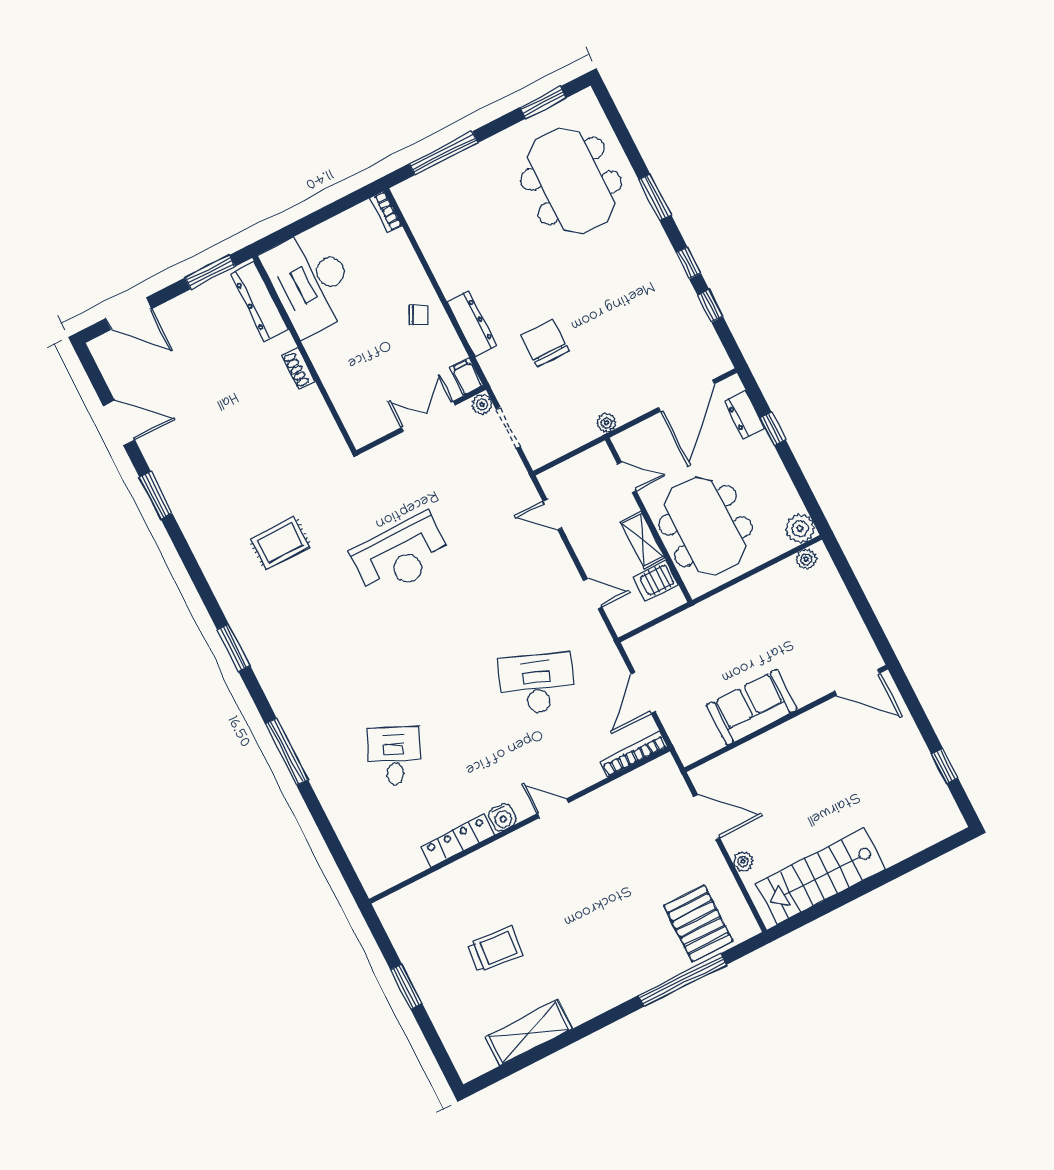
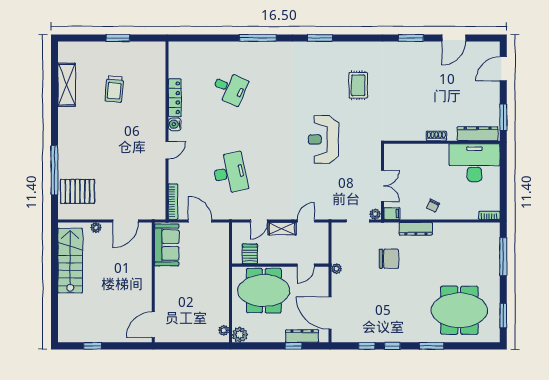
dresser: (745, 414) -> (302, 336), width x1.44
shelving: (643, 540) -> (282, 229), moved
desk: (537, 683) -> (230, 173), turned -33
sofa: (752, 707) -> (167, 245), moved

